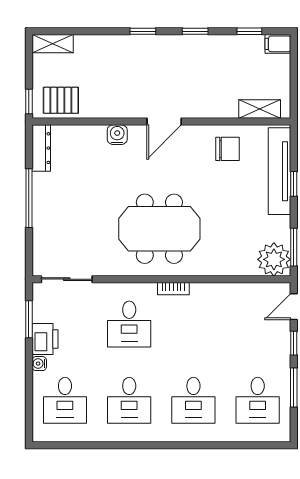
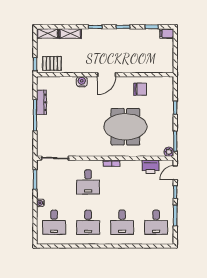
shelving: (260, 109) -> (70, 33), moved
dresser: (41, 148) -> (42, 102), moved
tv unit: (279, 171) -> (168, 101), removed
meeting table: (159, 229) -> (125, 127), moved
plant: (274, 259) -> (169, 152), width x0.53, depth x0.53
printer: (45, 339) -> (151, 167), moved, turned 90

